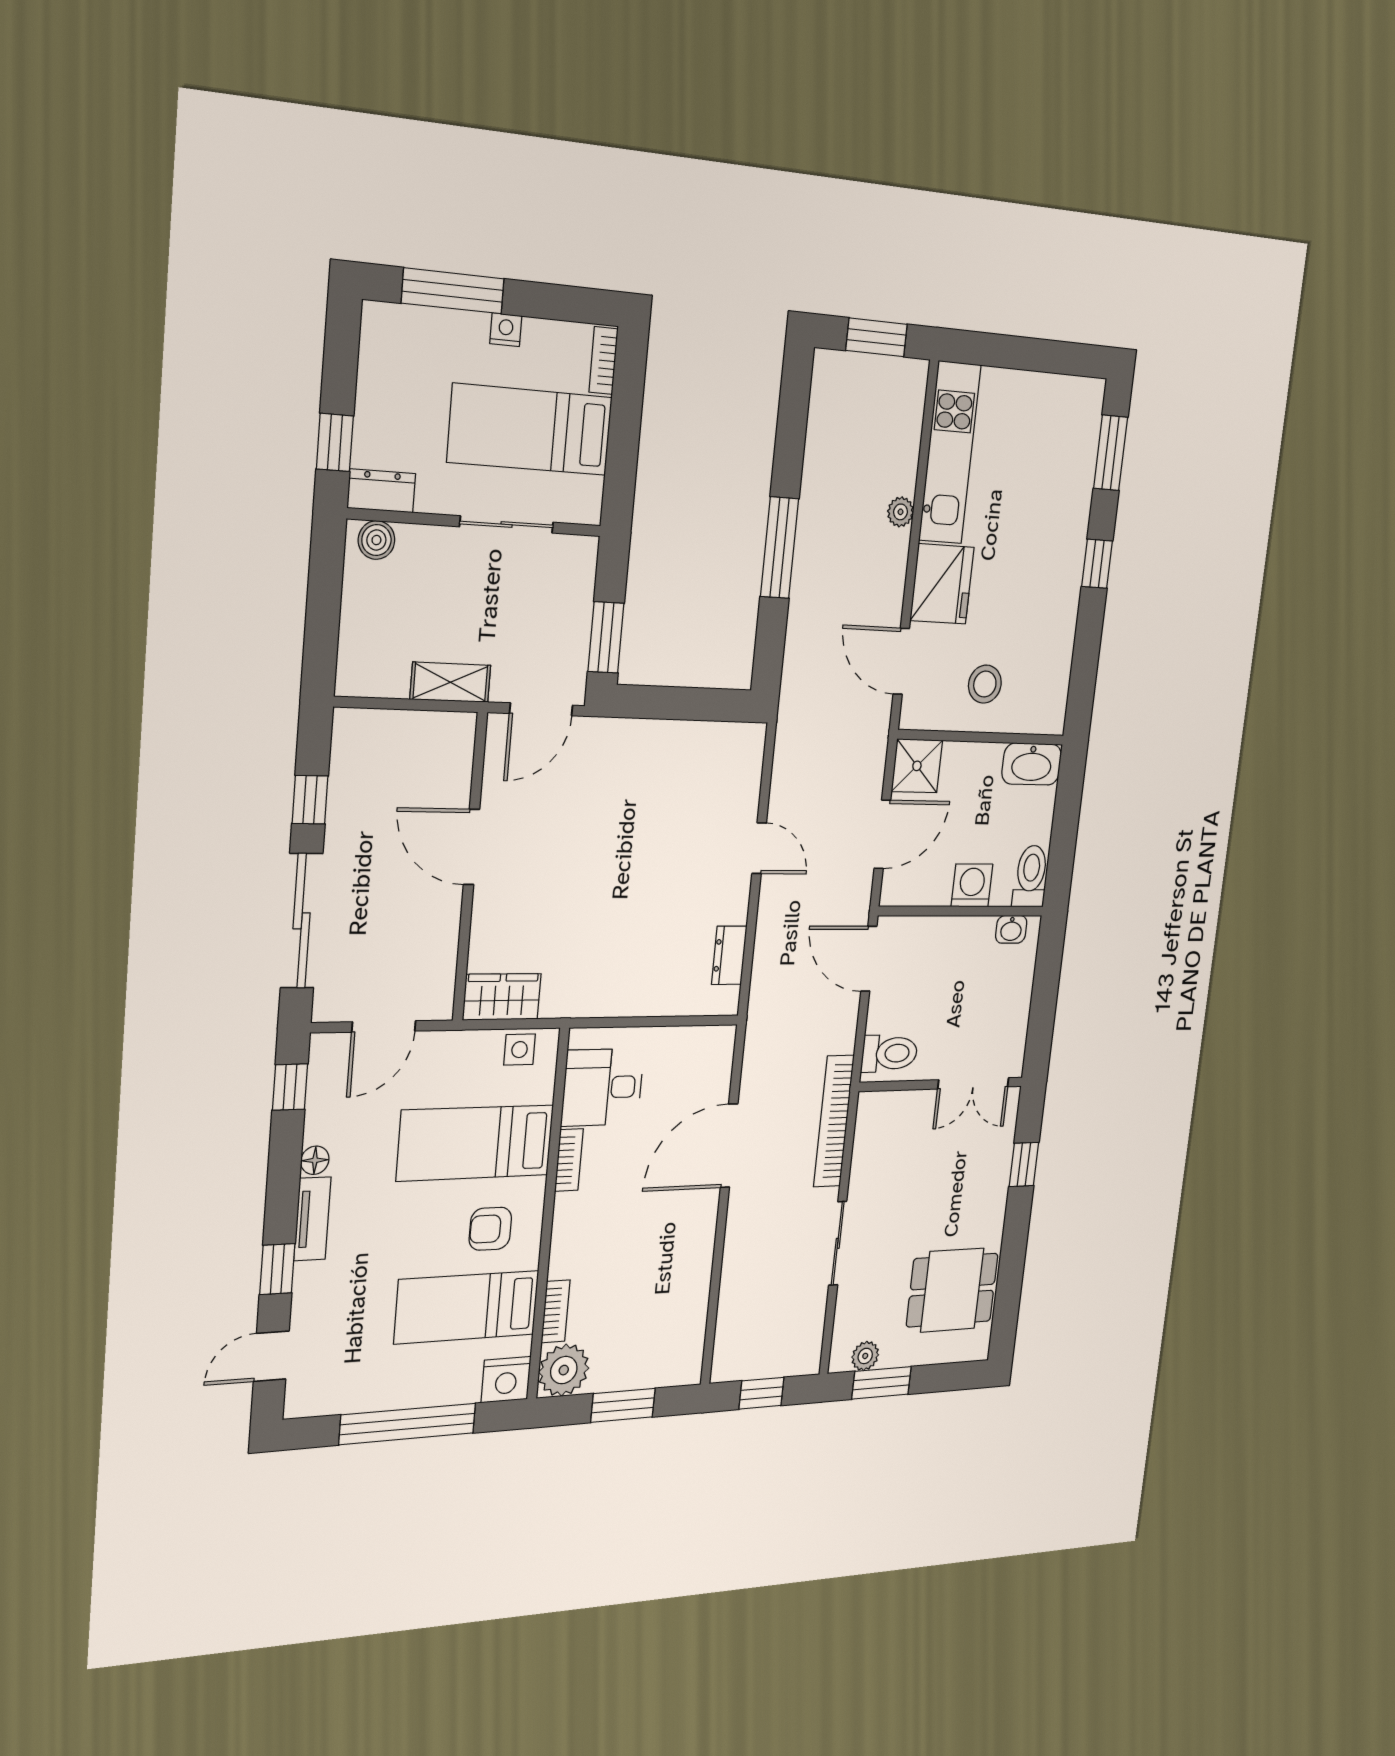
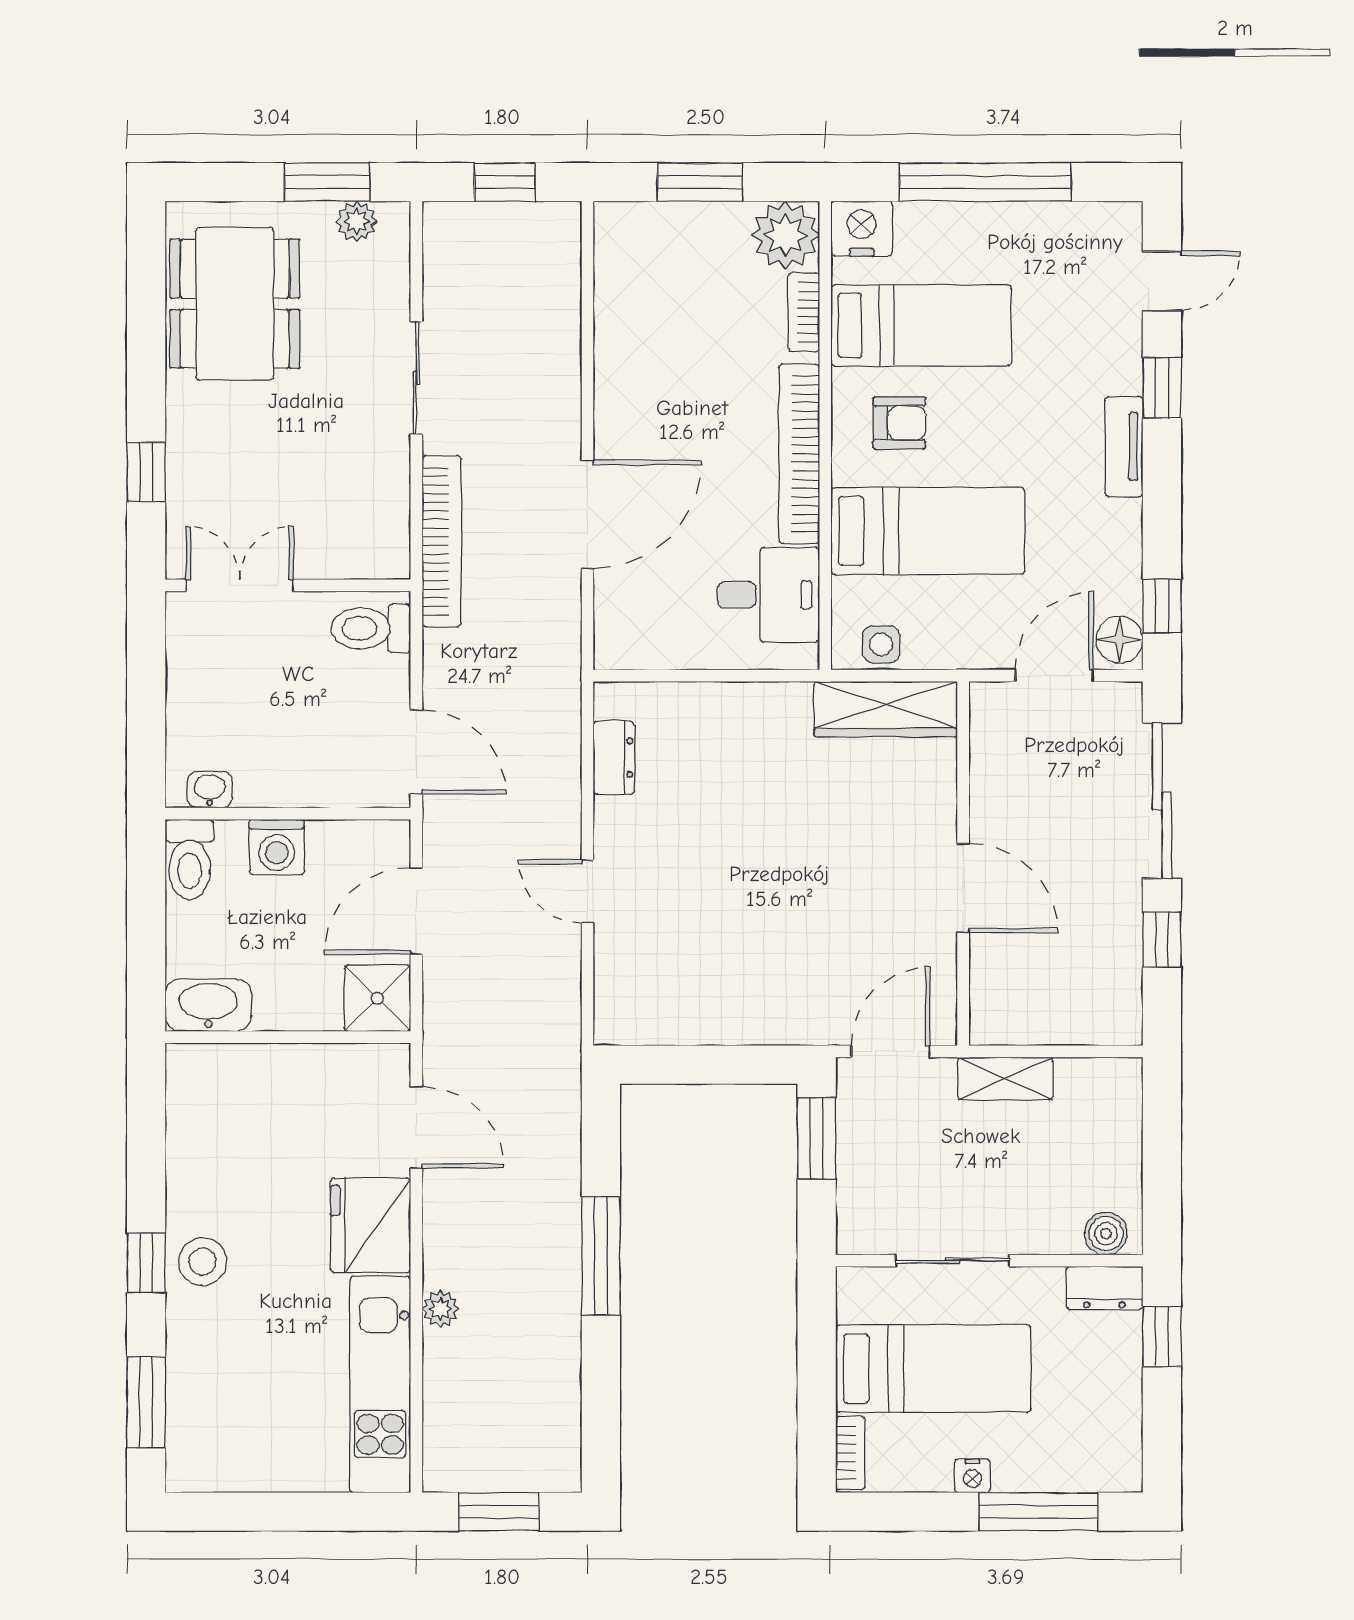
stool: (985, 684) -> (203, 1262), moved
wardrobe: (502, 997) -> (886, 709), width x1.50
floor lamp: (315, 1160) -> (1120, 639), moved, width x1.37, depth x1.37
bookcase: (569, 1160) -> (799, 454), width x2.31, depth x1.31
dining table: (952, 1290) -> (235, 304), width x1.38

